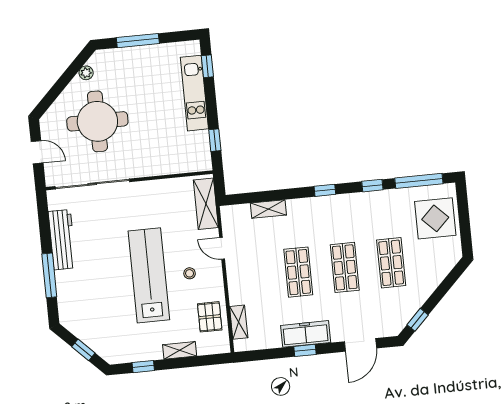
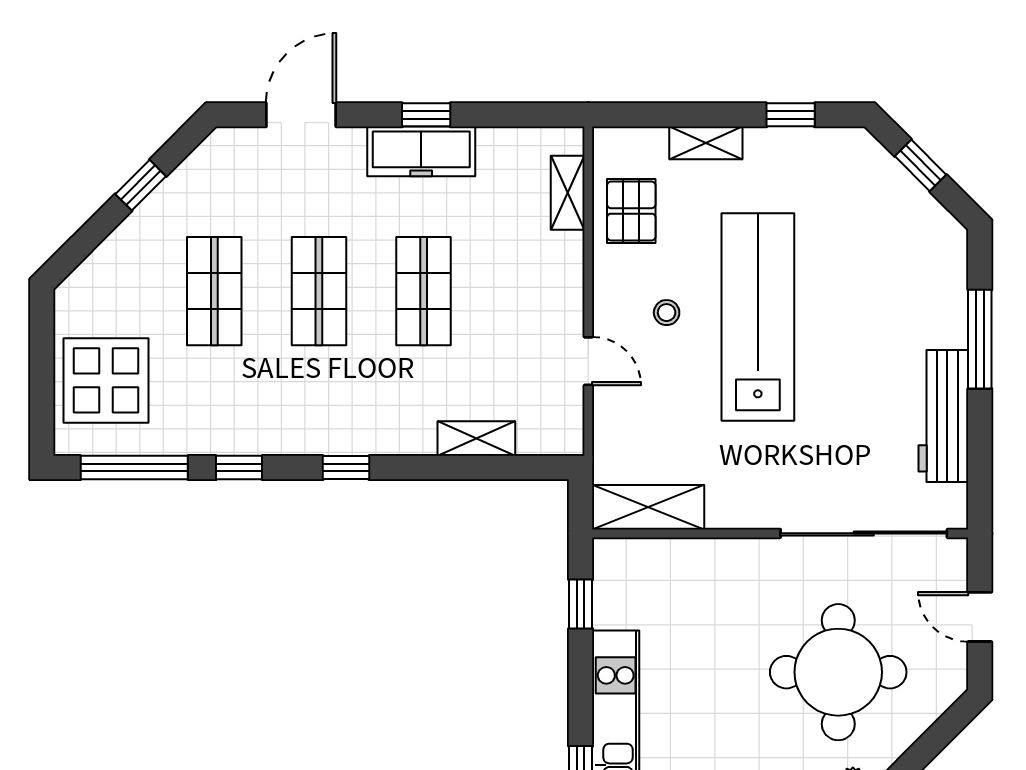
shelving: (206, 204) -> (648, 507), moved, turned 90
lab bench: (149, 275) -> (758, 317), turned 180
window: (418, 320) -> (141, 185), moved

